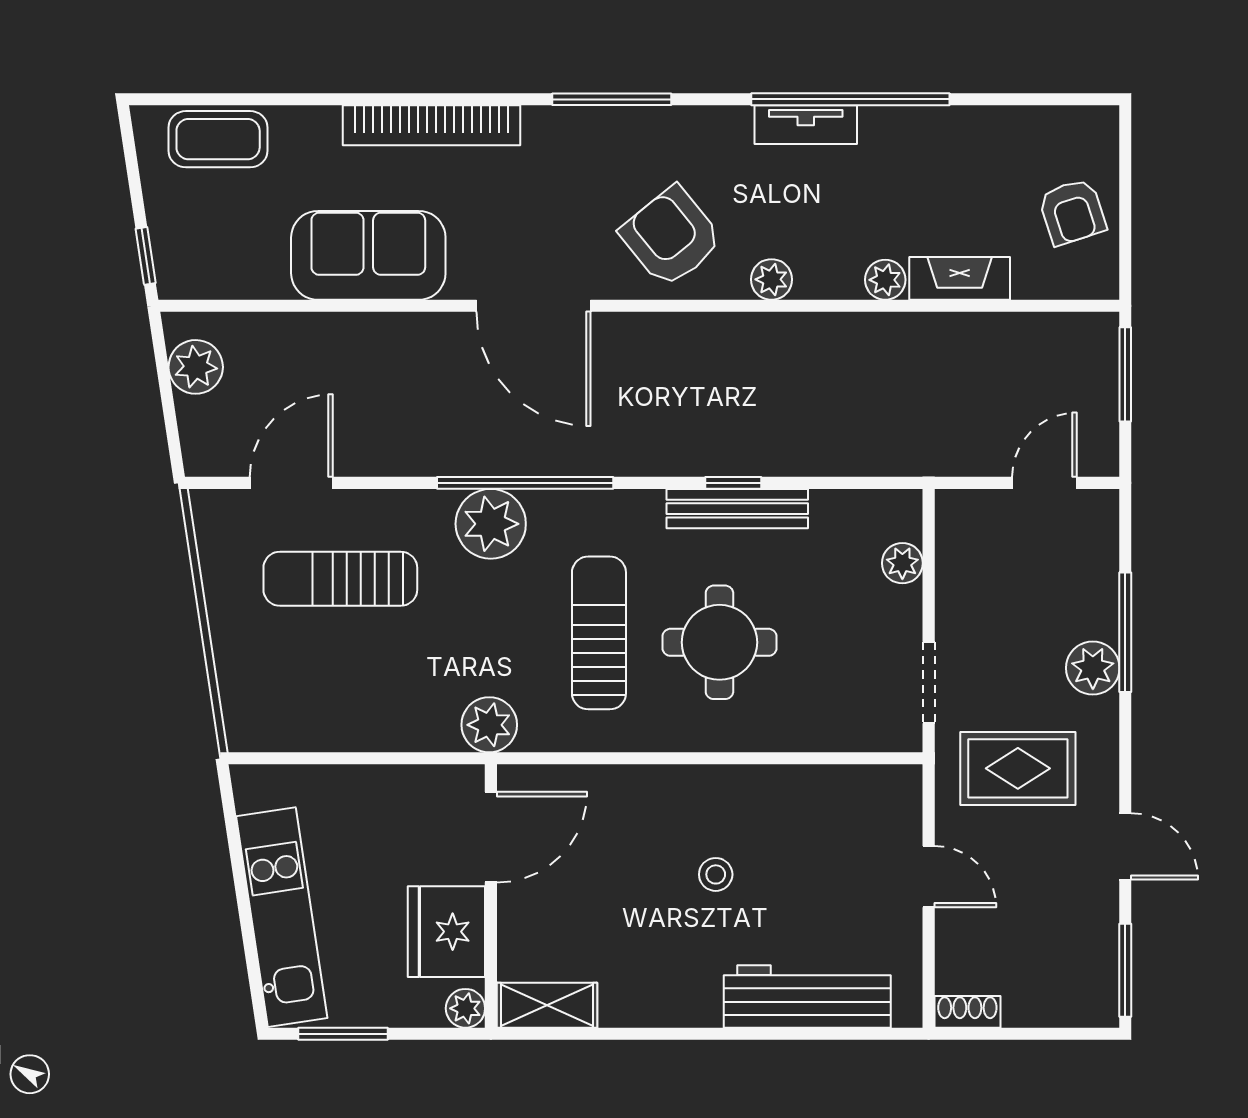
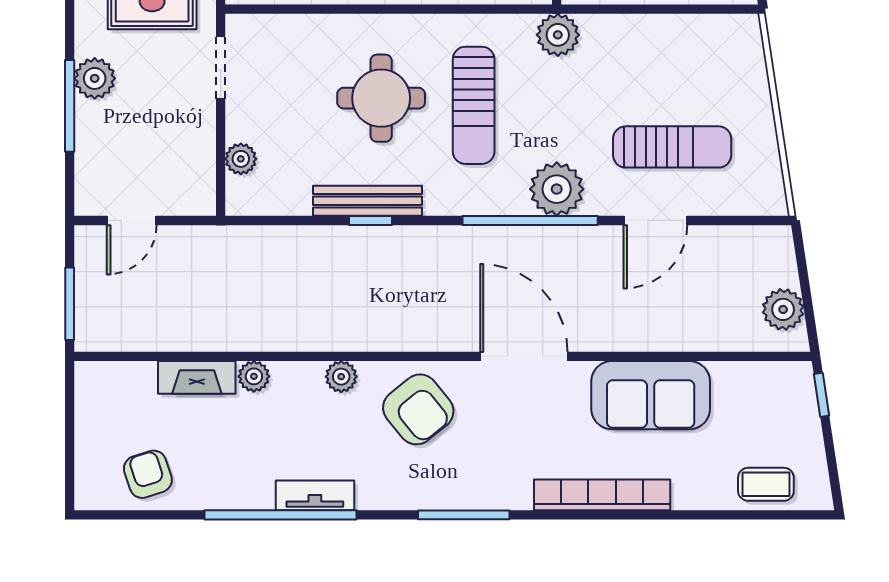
coffee table: (218, 139) -> (766, 484), width x0.73, depth x0.77
armchair: (1072, 212) -> (148, 474), moved
door: (291, 483) -> (655, 220), moved

